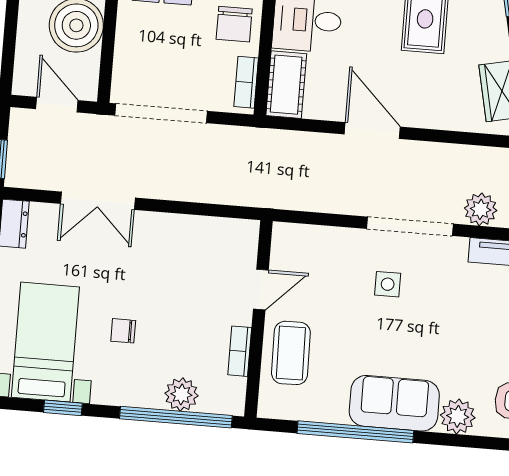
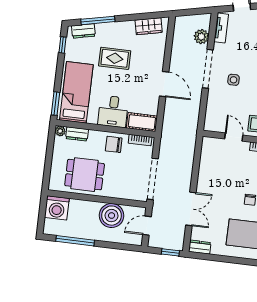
chair: (234, 24) -> (114, 144), turned 180
door: (372, 131) -> (164, 84), swing flipped

